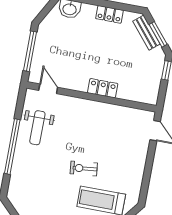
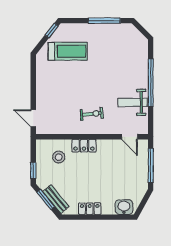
stool: (134, 80) -> (59, 157), added
weight bench: (37, 128) -> (133, 102), turned -90
exercise bike: (84, 168) -> (92, 114), moved

